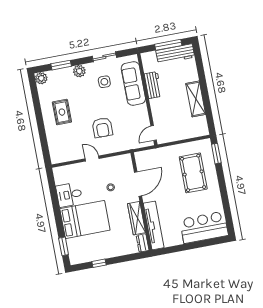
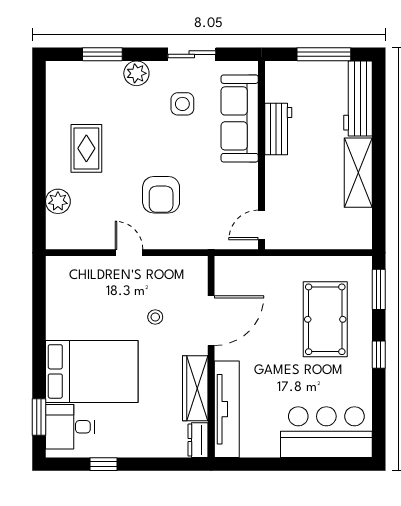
workbench: (175, 54) -> (358, 99), moved, turned 90
plant: (41, 78) -> (58, 201), moved
window: (222, 185) -> (379, 355), added
desk: (69, 195) -> (70, 427), moved

